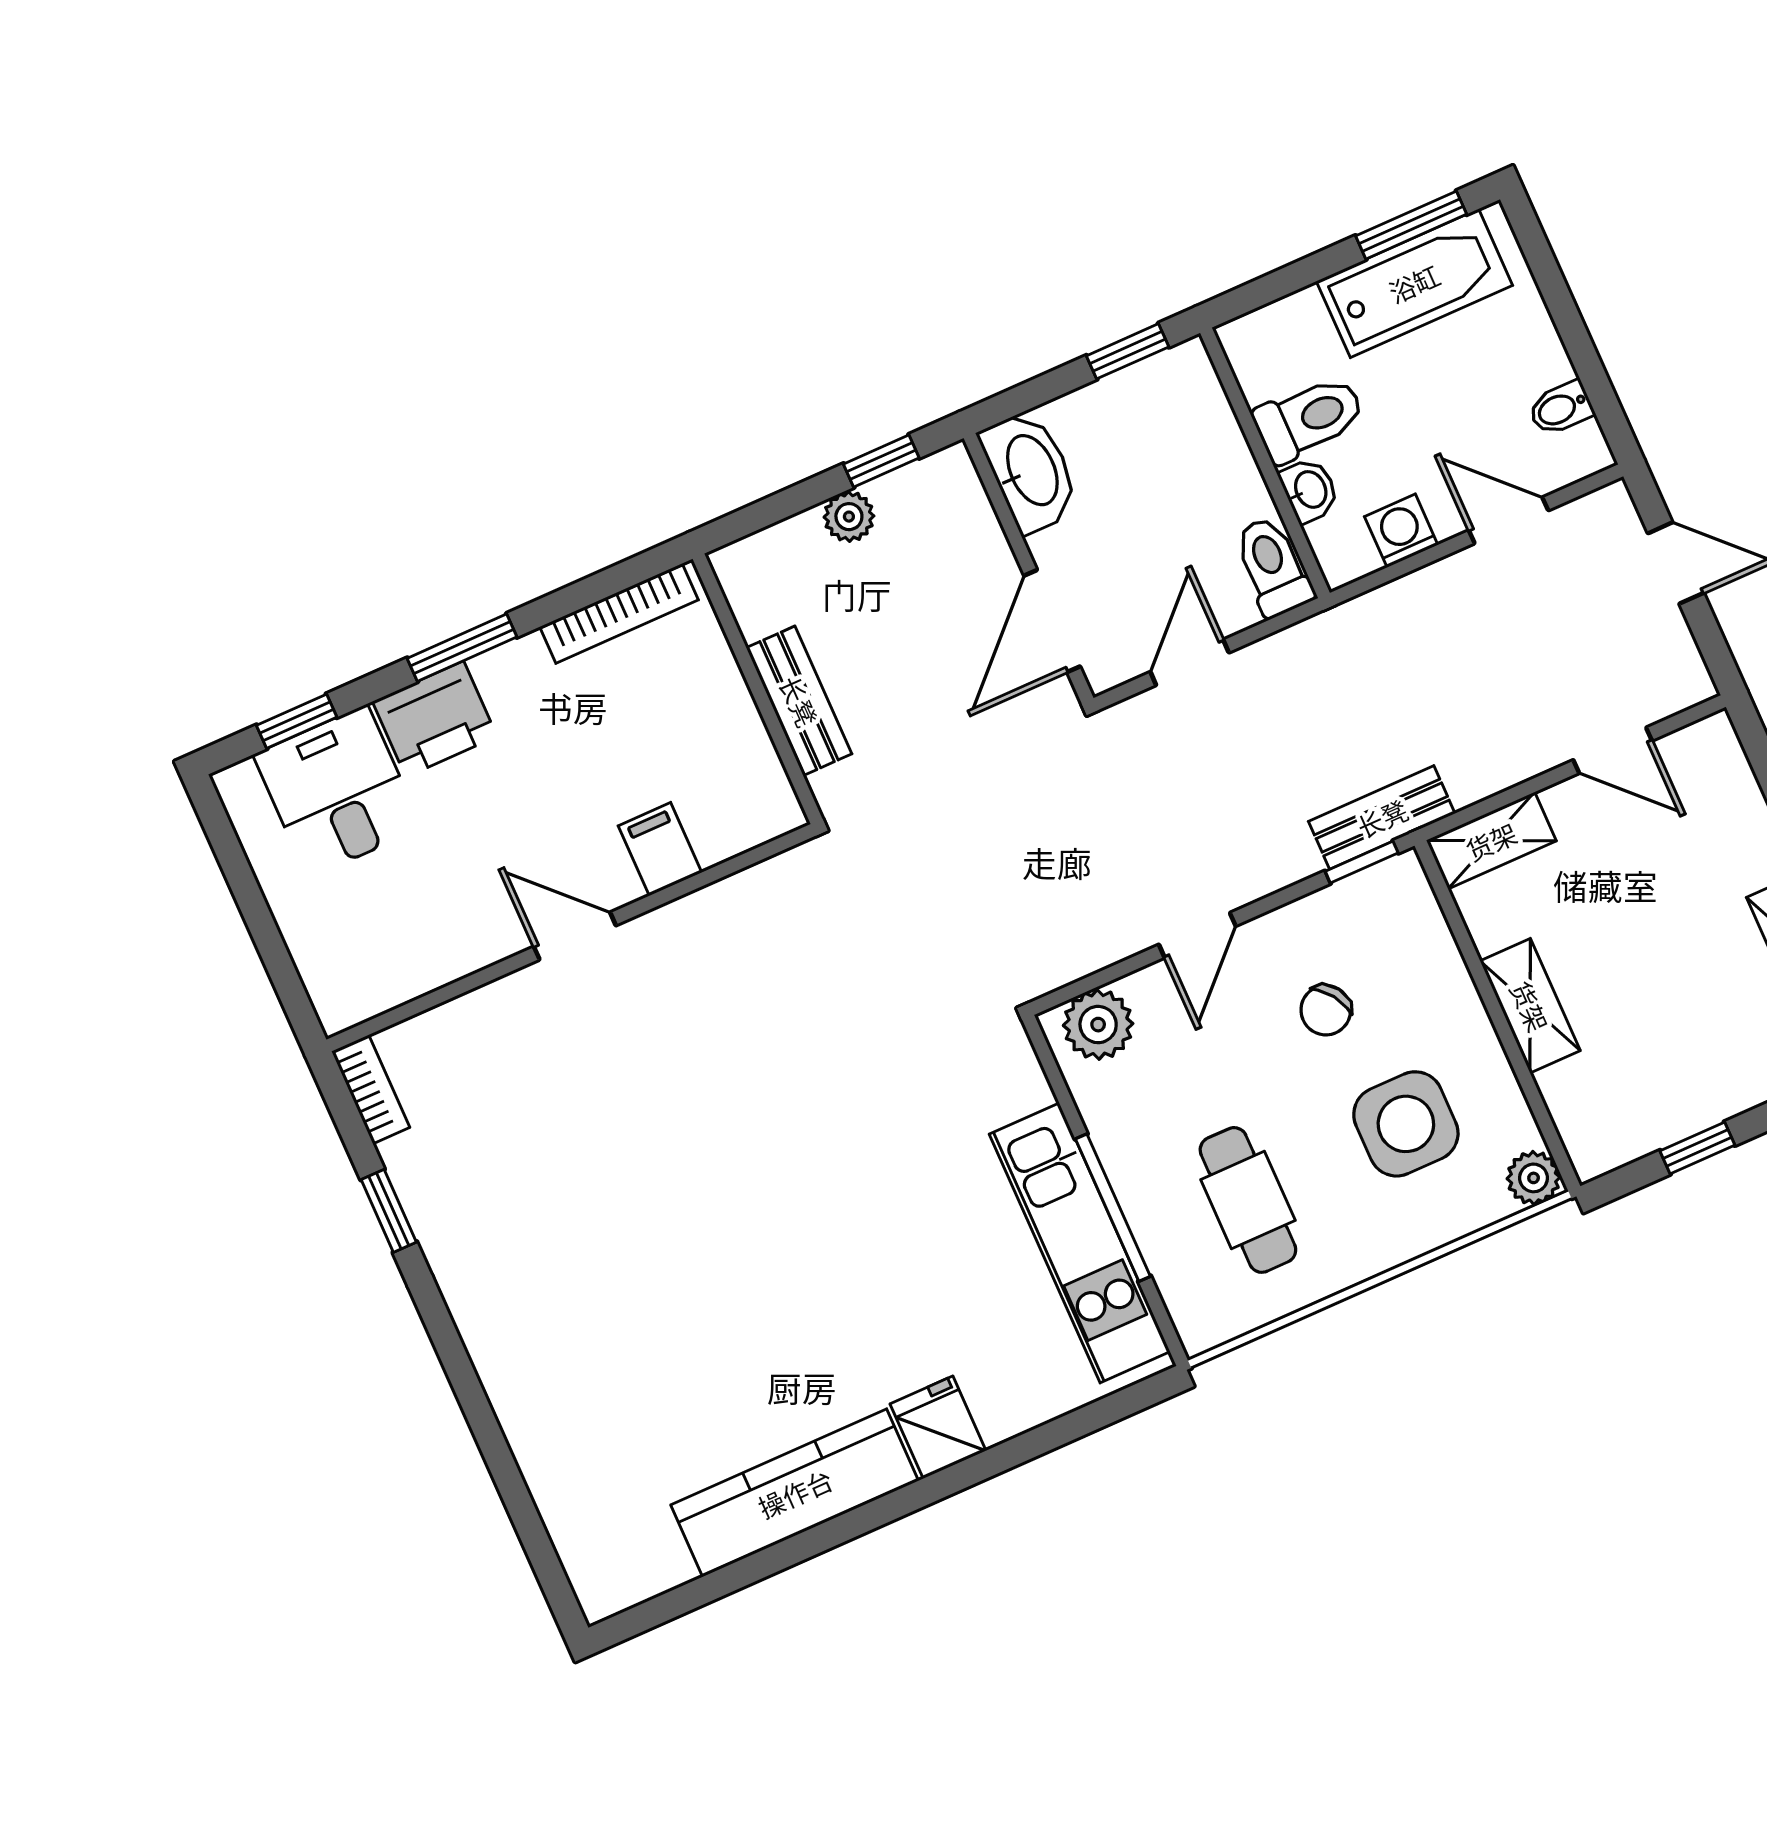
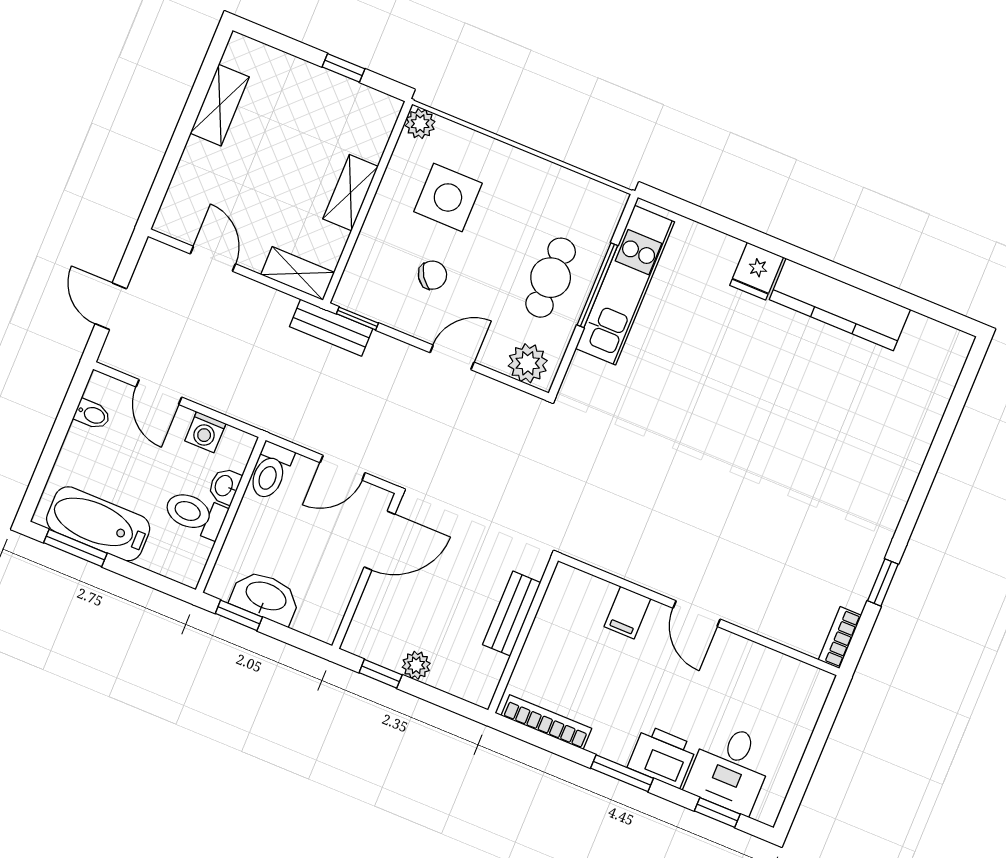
washbasin: (1030, 471) -> (266, 597), moved, turned 90
cafe table: (1248, 1200) -> (551, 278), moved

